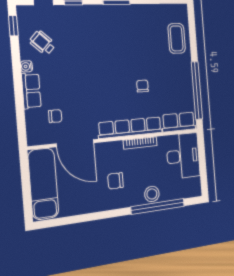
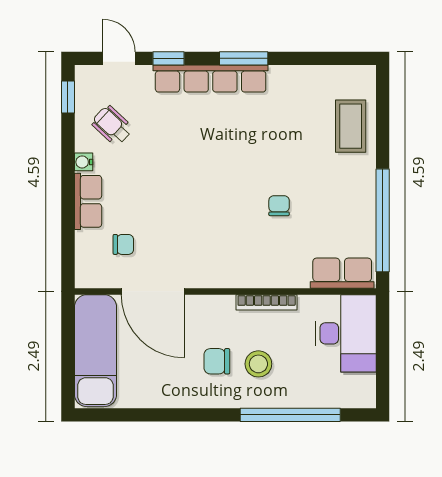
row of seats: (130, 128) -> (211, 79), moved, turned 180
stool: (152, 194) -> (258, 364), moved

